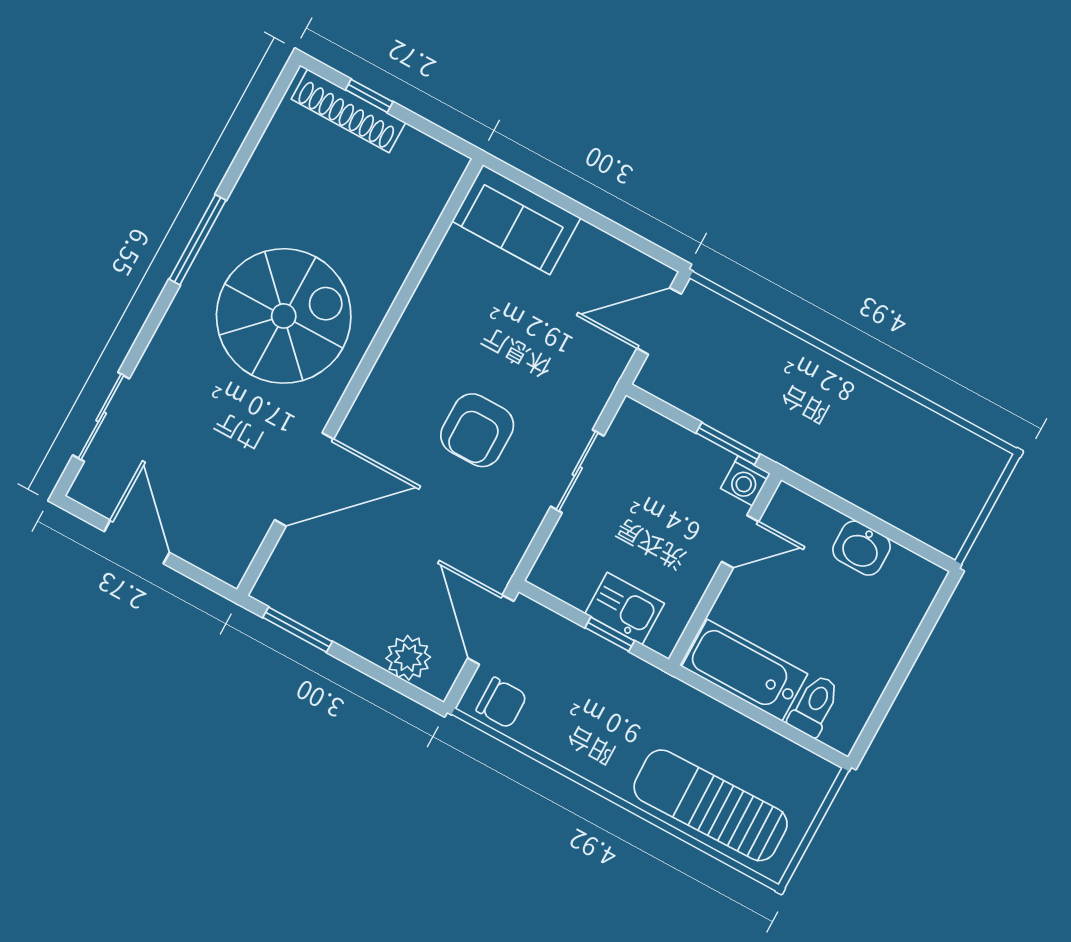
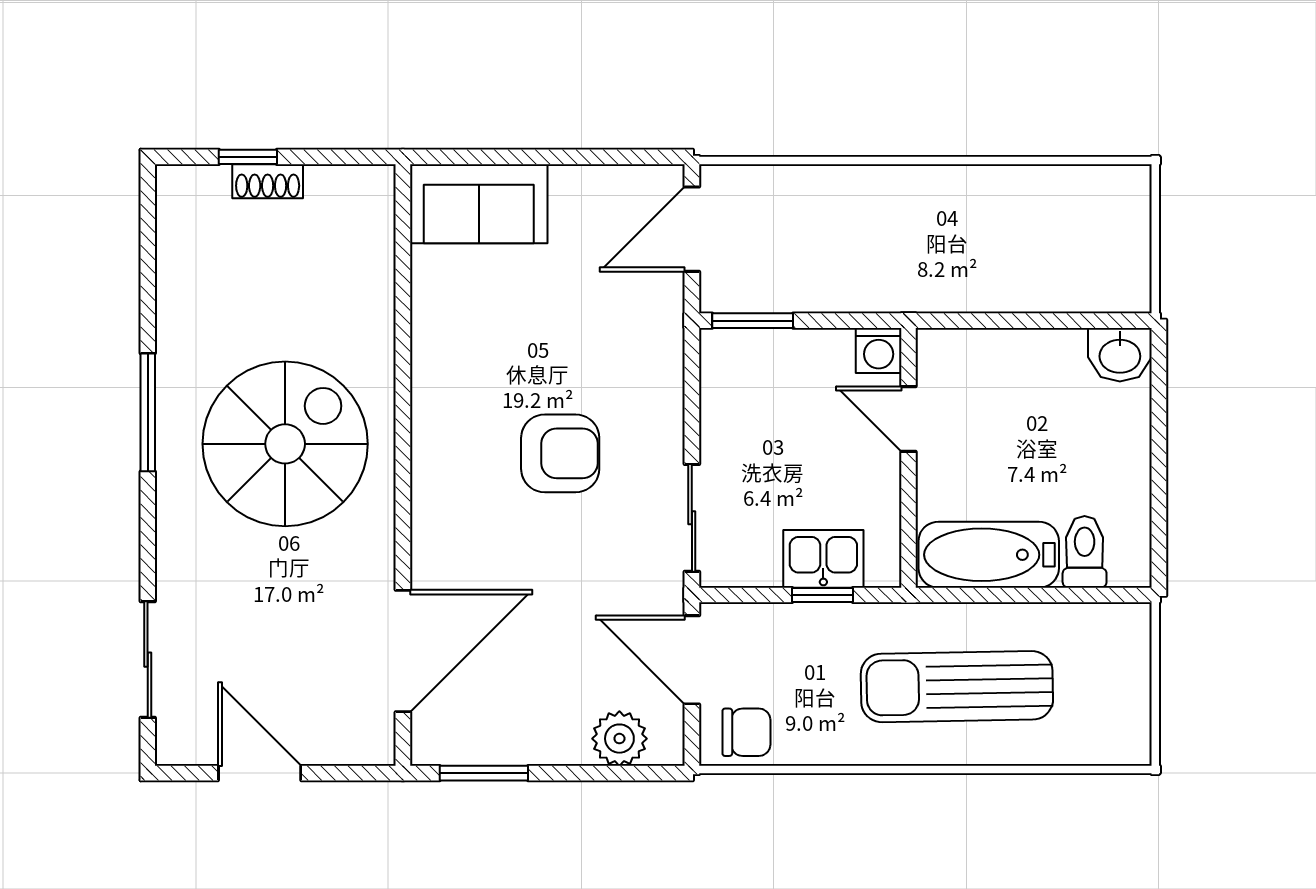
shoe rack: (348, 111) -> (268, 181), width x0.51, depth x0.81
armchair: (477, 430) -> (560, 453), turned -90
window: (728, 444) -> (753, 321), moved
sliding door: (577, 471) -> (692, 518), moved
door: (304, 479) -> (403, 651), moved
door: (740, 542) -> (909, 419), swing flipped
washbasin: (862, 548) -> (1120, 355), moved
sun lounger: (711, 805) -> (957, 687), moved

